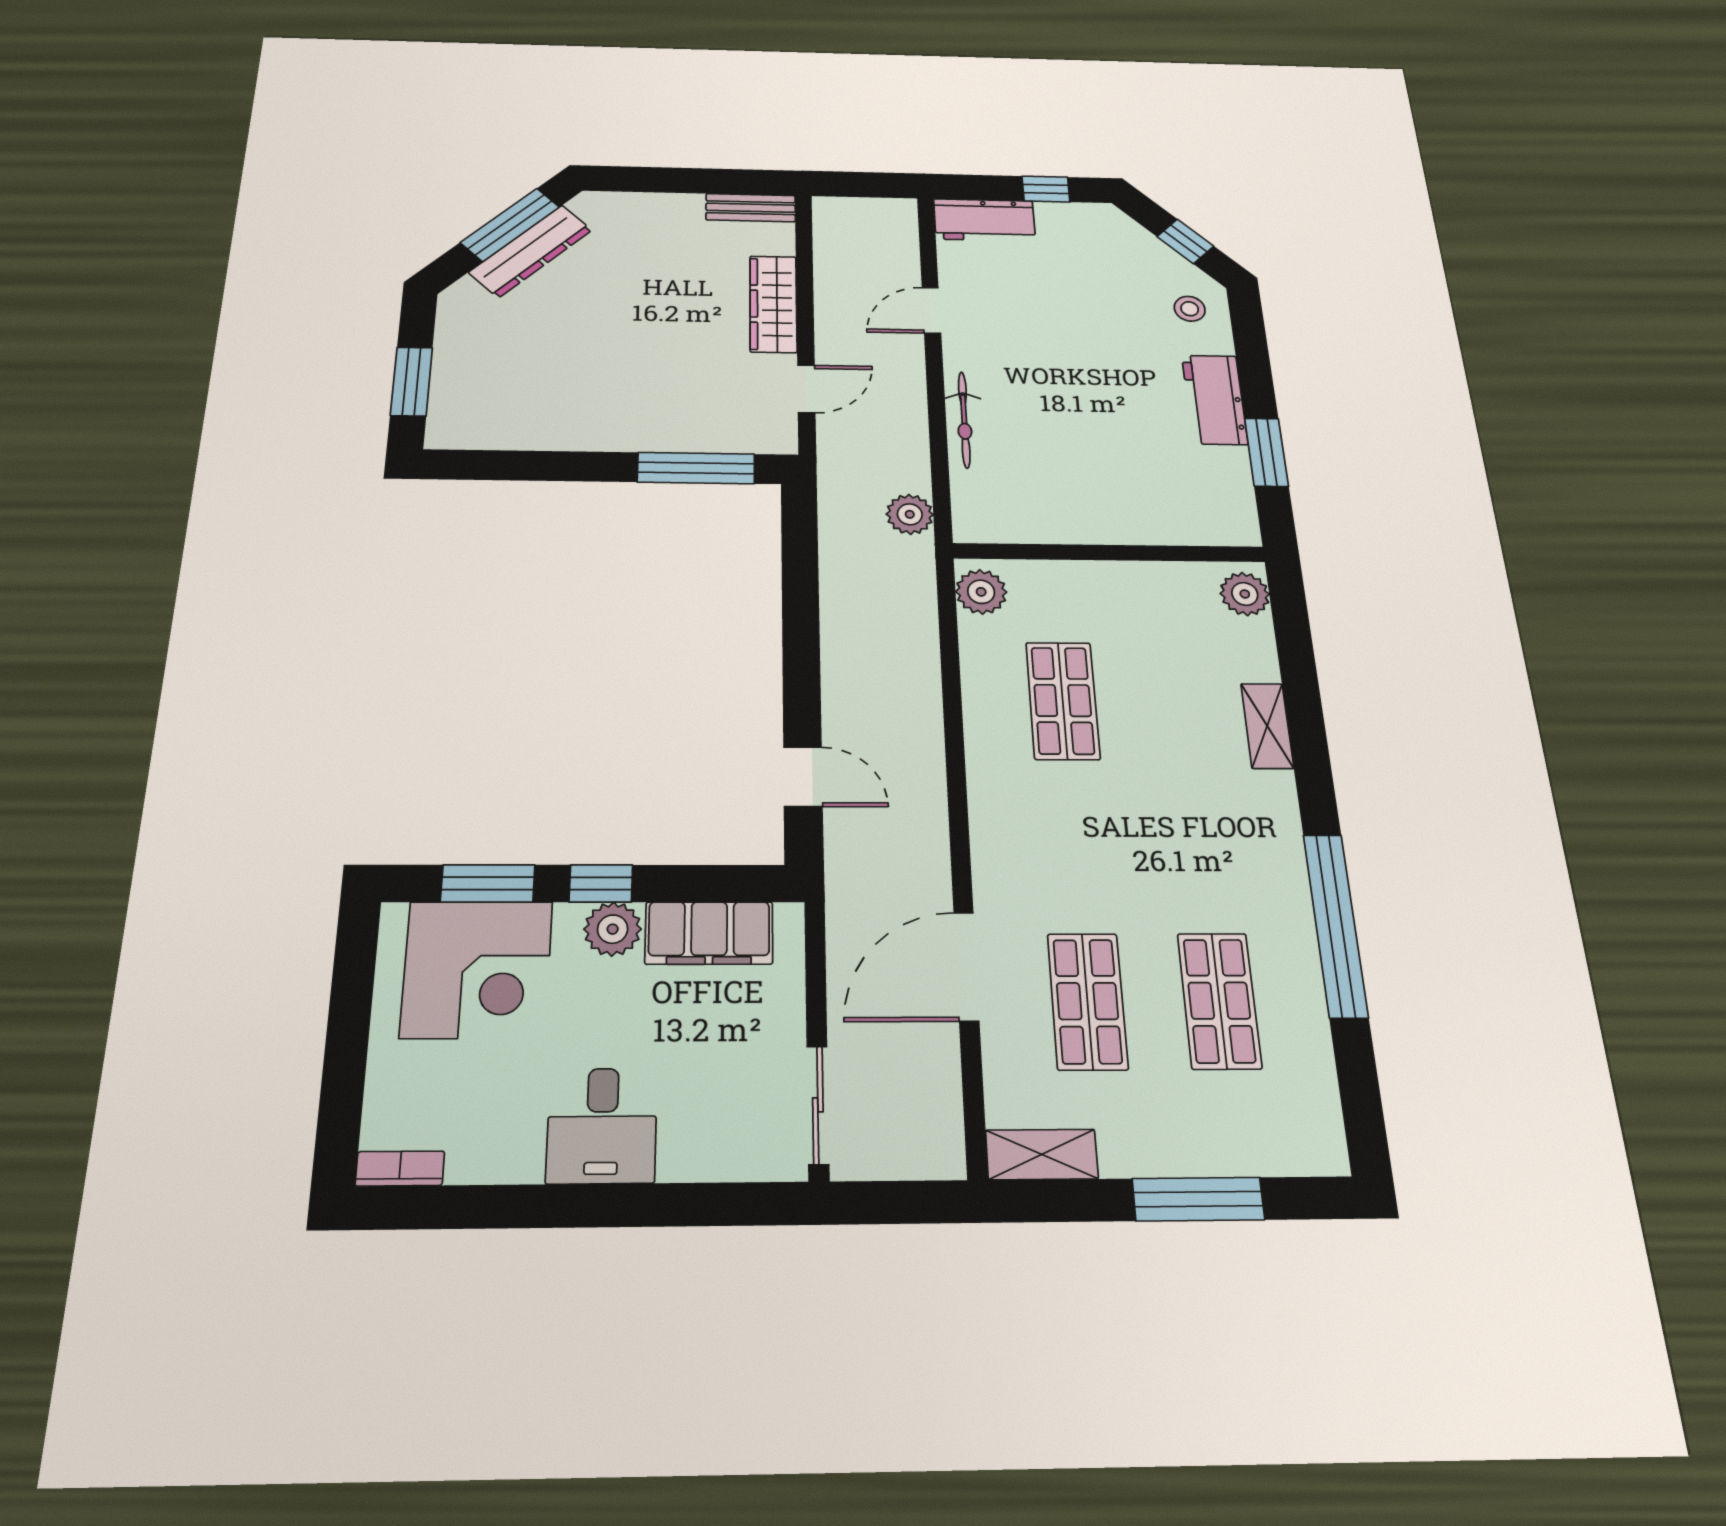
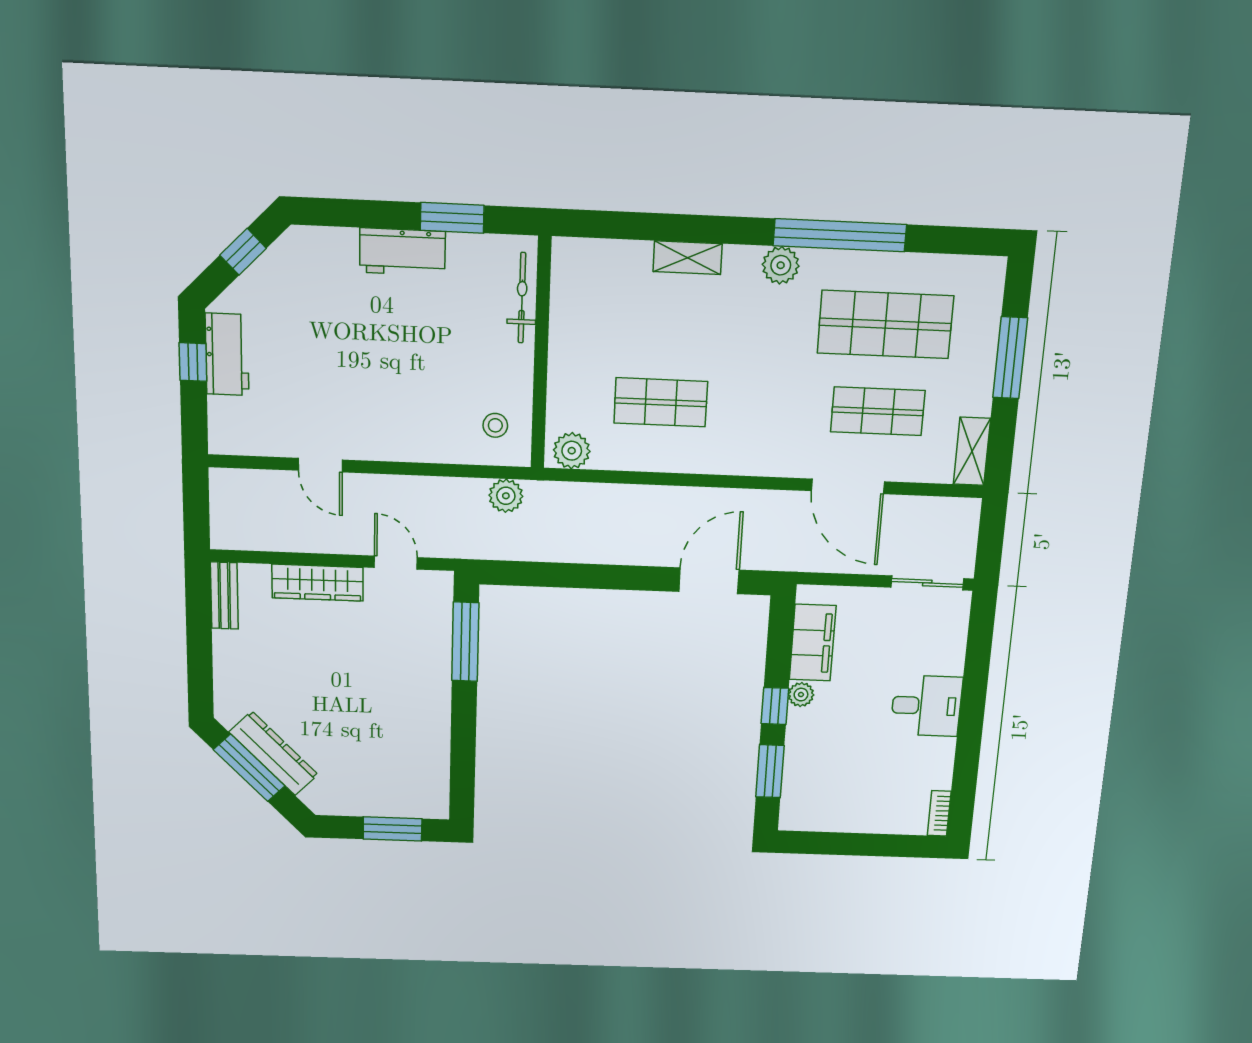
workbench: (984, 220) -> (227, 354), moved
stool: (1190, 309) -> (495, 425), moved
bicycle: (964, 420) -> (522, 298), moved, turned -90
plant: (1245, 594) -> (781, 265), moved
door: (803, 777) -> (709, 581), width x1.38
plant: (613, 929) -> (801, 695), width x0.73, depth x0.73
corner desk: (477, 969) -> (825, 776), removed
shop shelf: (1219, 1001) -> (885, 324), width x1.43, depth x1.36

